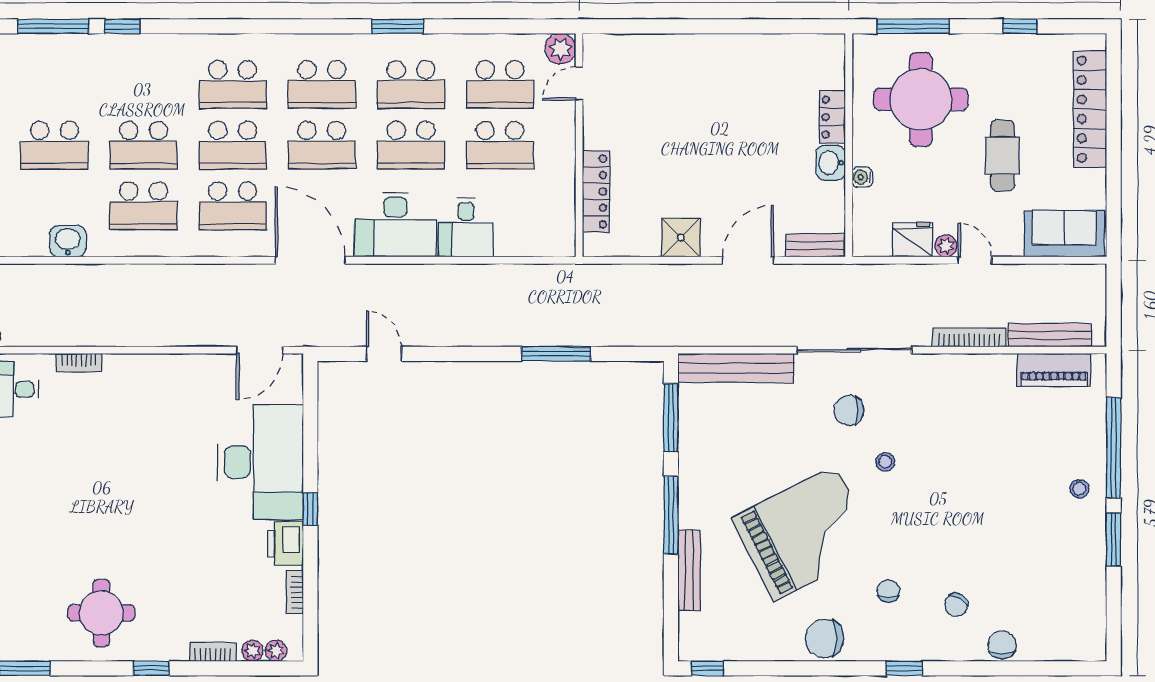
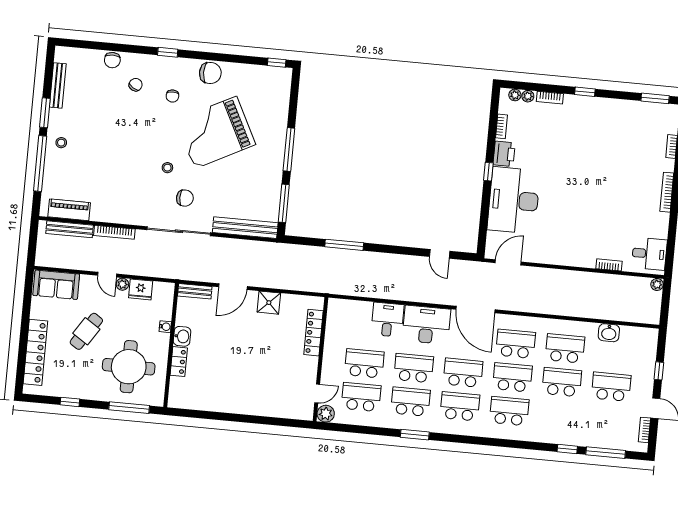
cafe table: (1003, 156) -> (86, 331), turned 33
bench: (689, 570) -> (58, 85), moved
round table: (101, 613) -> (610, 125), removed

